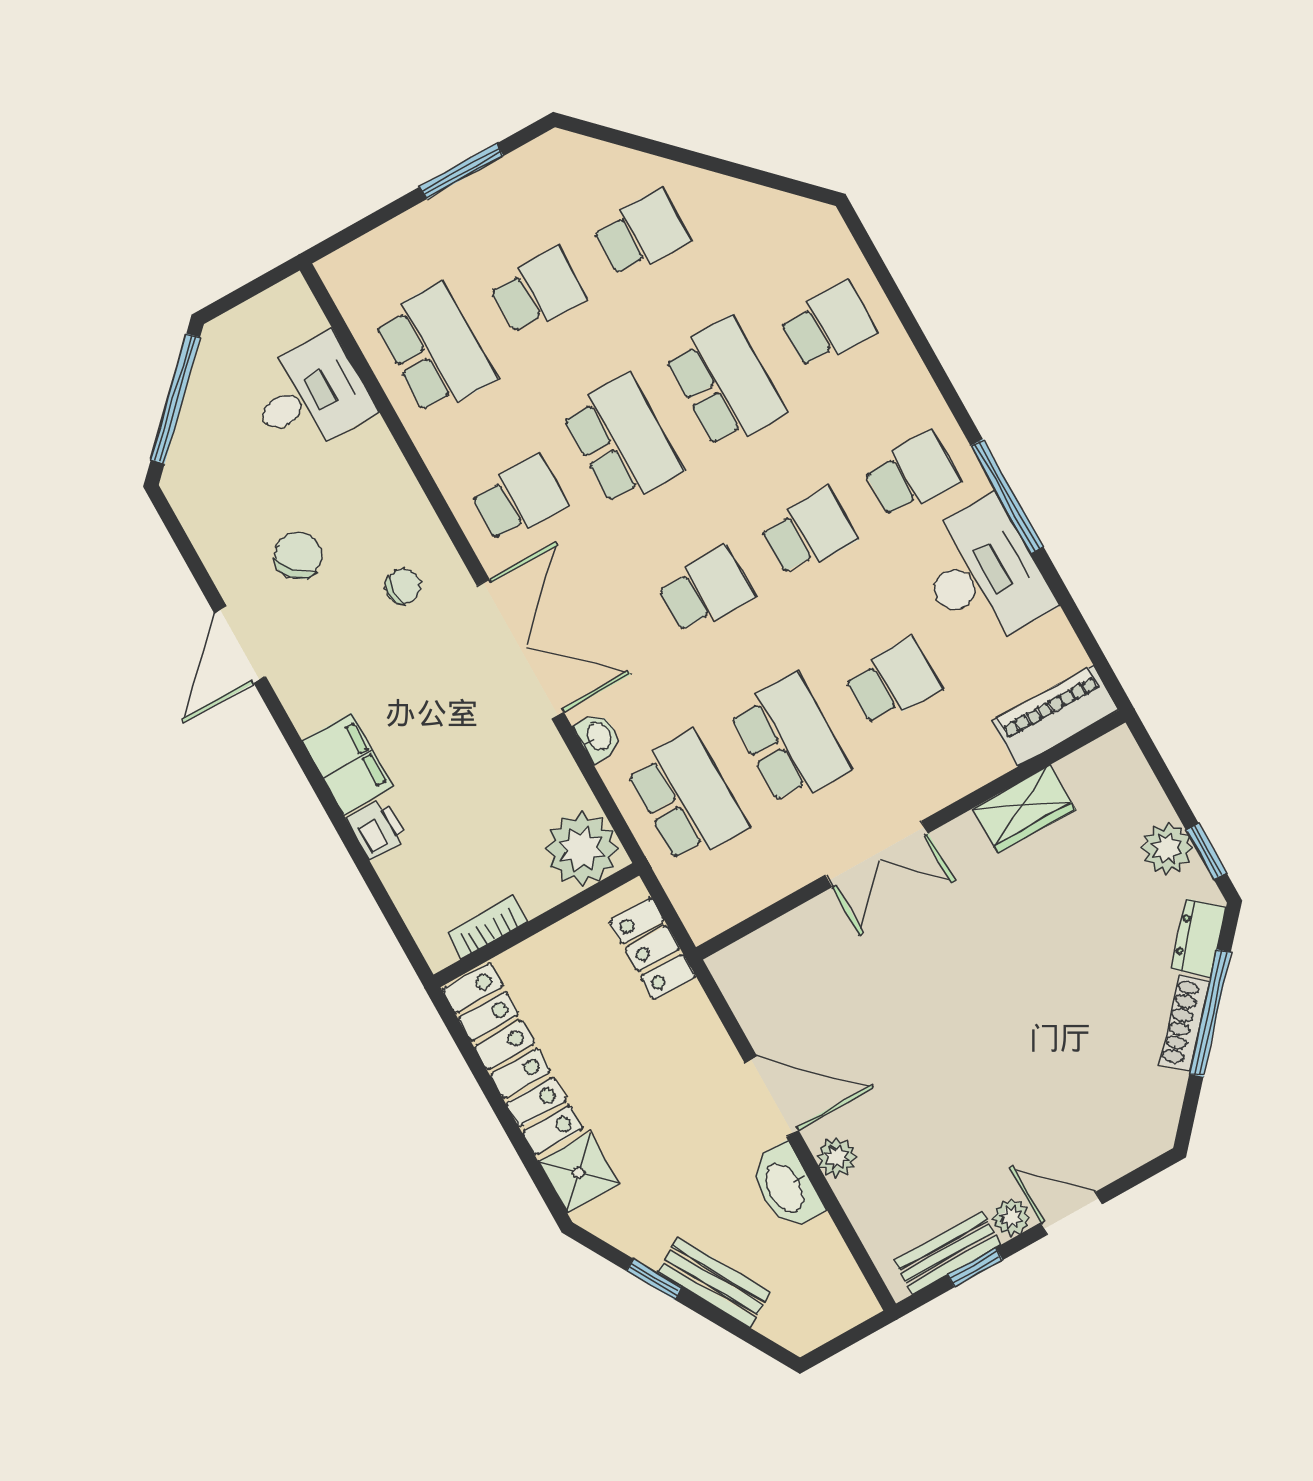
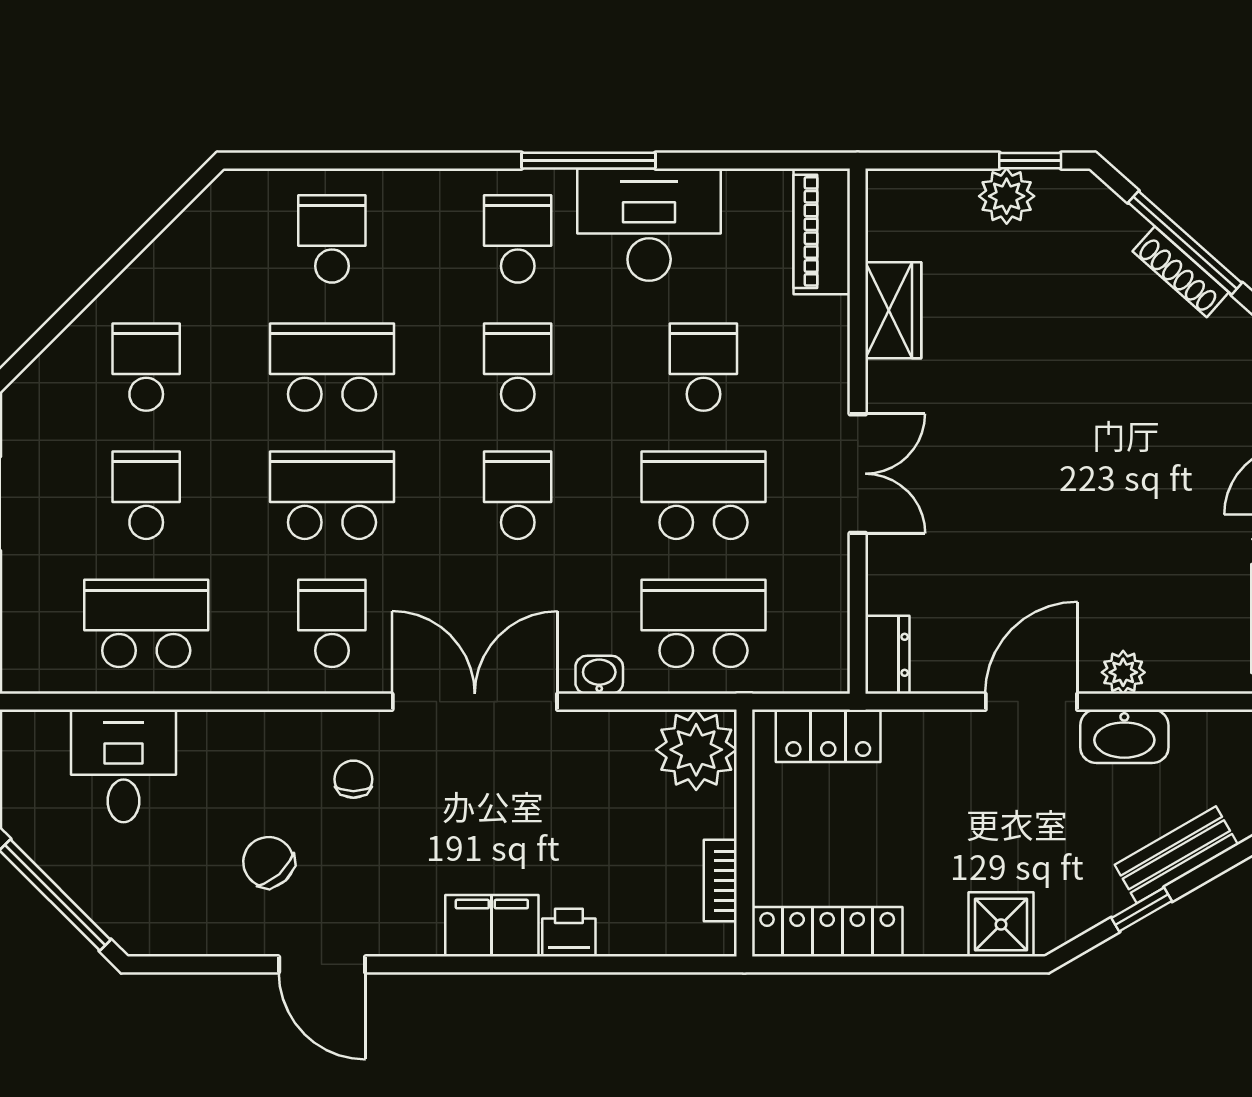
dresser: (1198, 938) -> (887, 655), moved, turned -132
locker: (513, 1059) -> (827, 932), width x0.71, depth x0.83

